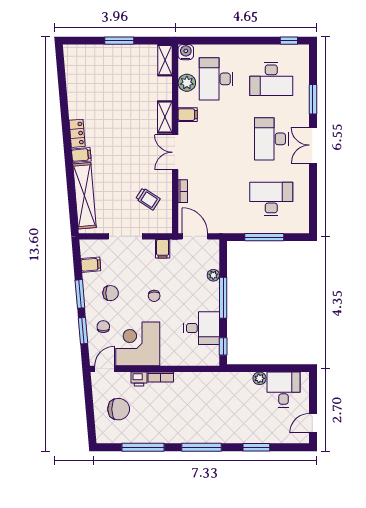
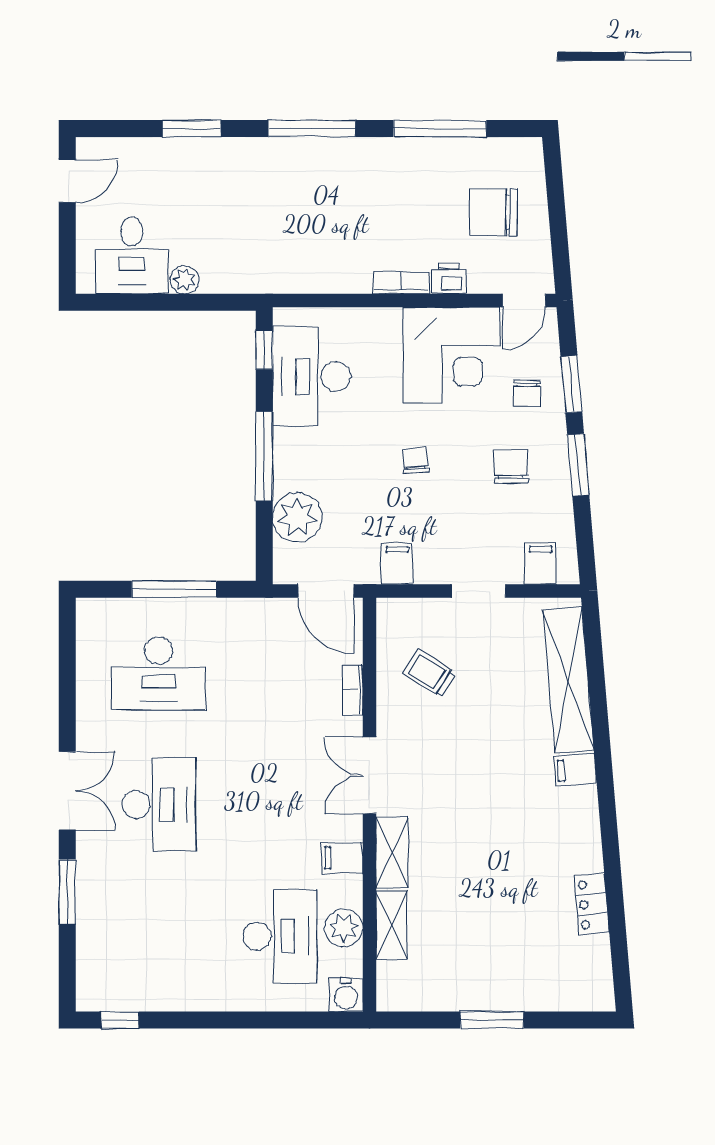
shelving: (165, 60) -> (392, 925), moved
desk: (271, 79) -> (159, 936), removed
locker: (77, 133) -> (592, 904), moved
double door: (175, 152) -> (369, 775), swing flipped
doorway: (125, 236) -> (479, 591), width x0.73
filing cabinet: (91, 265) -> (541, 564), moved, turned 95
plant: (213, 275) -> (297, 517), width x1.88, depth x1.88
chair: (111, 293) -> (511, 467), turned 90
desk: (202, 328) -> (312, 376), width x1.37

